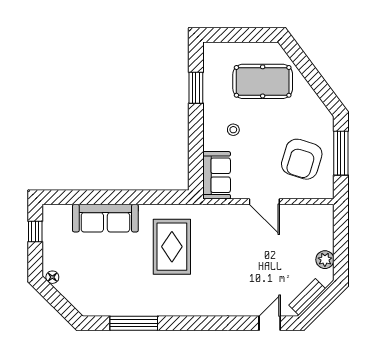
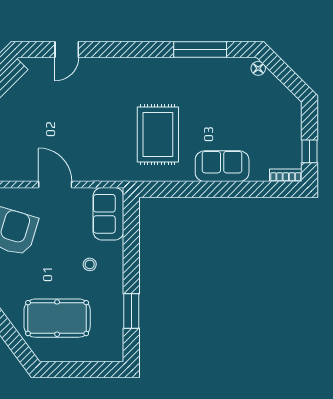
bookcase: (57, 210) -> (286, 175), added
sofa: (105, 218) -> (222, 166), width x0.73
floor lamp: (52, 277) -> (258, 68), moved
door: (270, 323) -> (67, 49), moved

